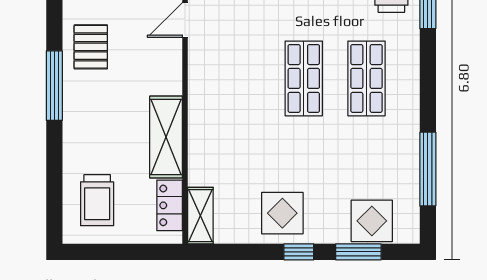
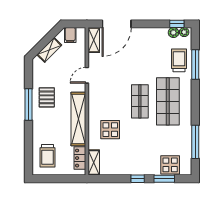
pallet: (91, 47) -> (47, 97), moved
shop shelf: (366, 78) -> (168, 101), width x1.43, depth x1.36
shelving: (166, 137) -> (78, 119), width x1.47
display table: (282, 213) -> (110, 130), moved

